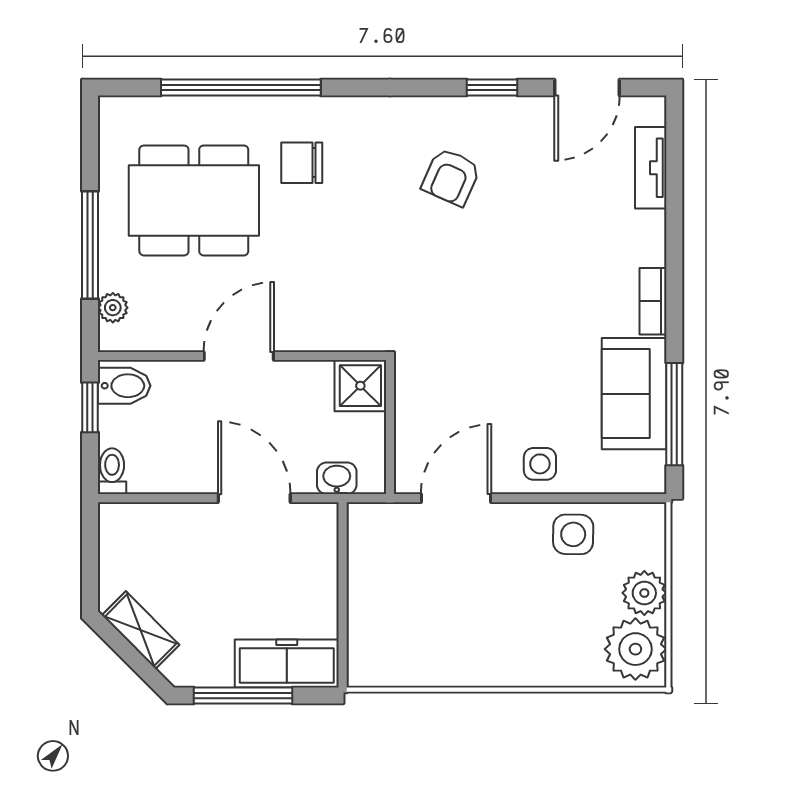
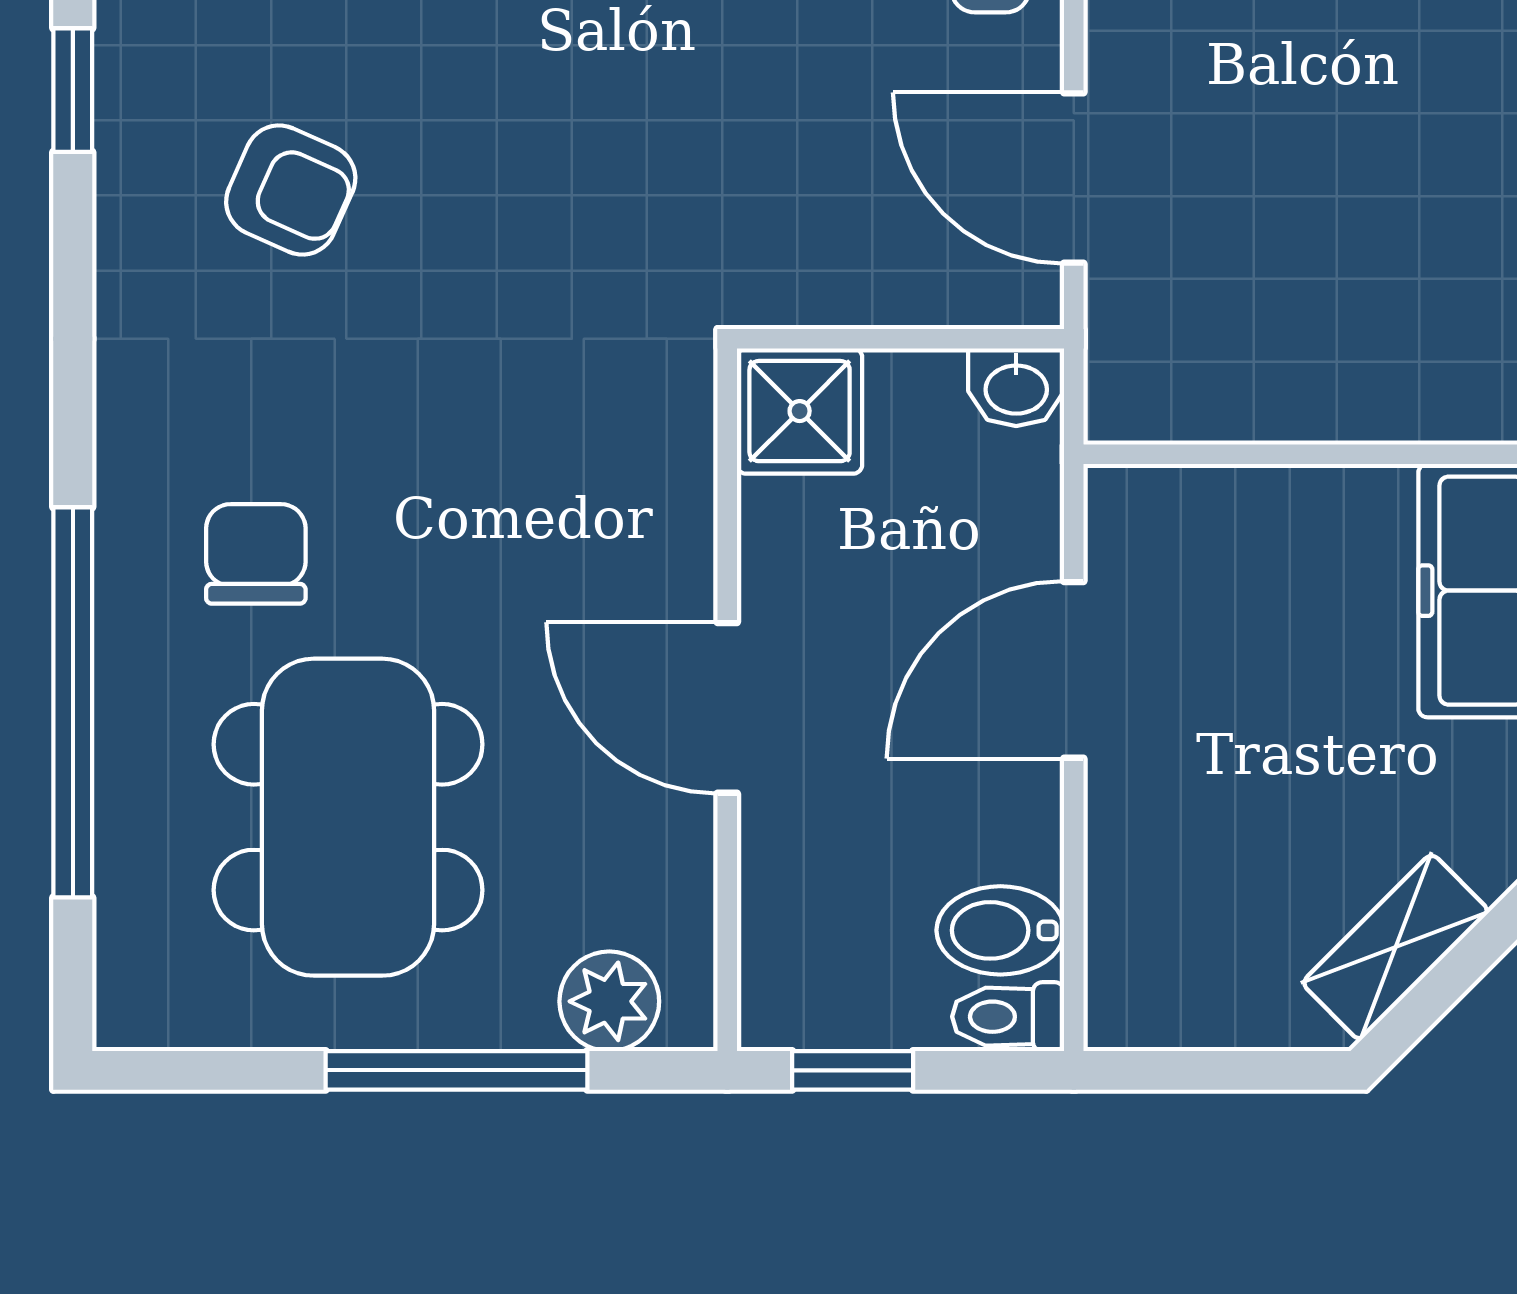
chair: (302, 163) -> (256, 554), turned 180
plant: (113, 308) -> (609, 1001), width x1.38, depth x1.38
bidet: (124, 386) -> (1000, 930), moved, turned -90
washbasin: (337, 478) -> (1016, 387), moved, turned -90

